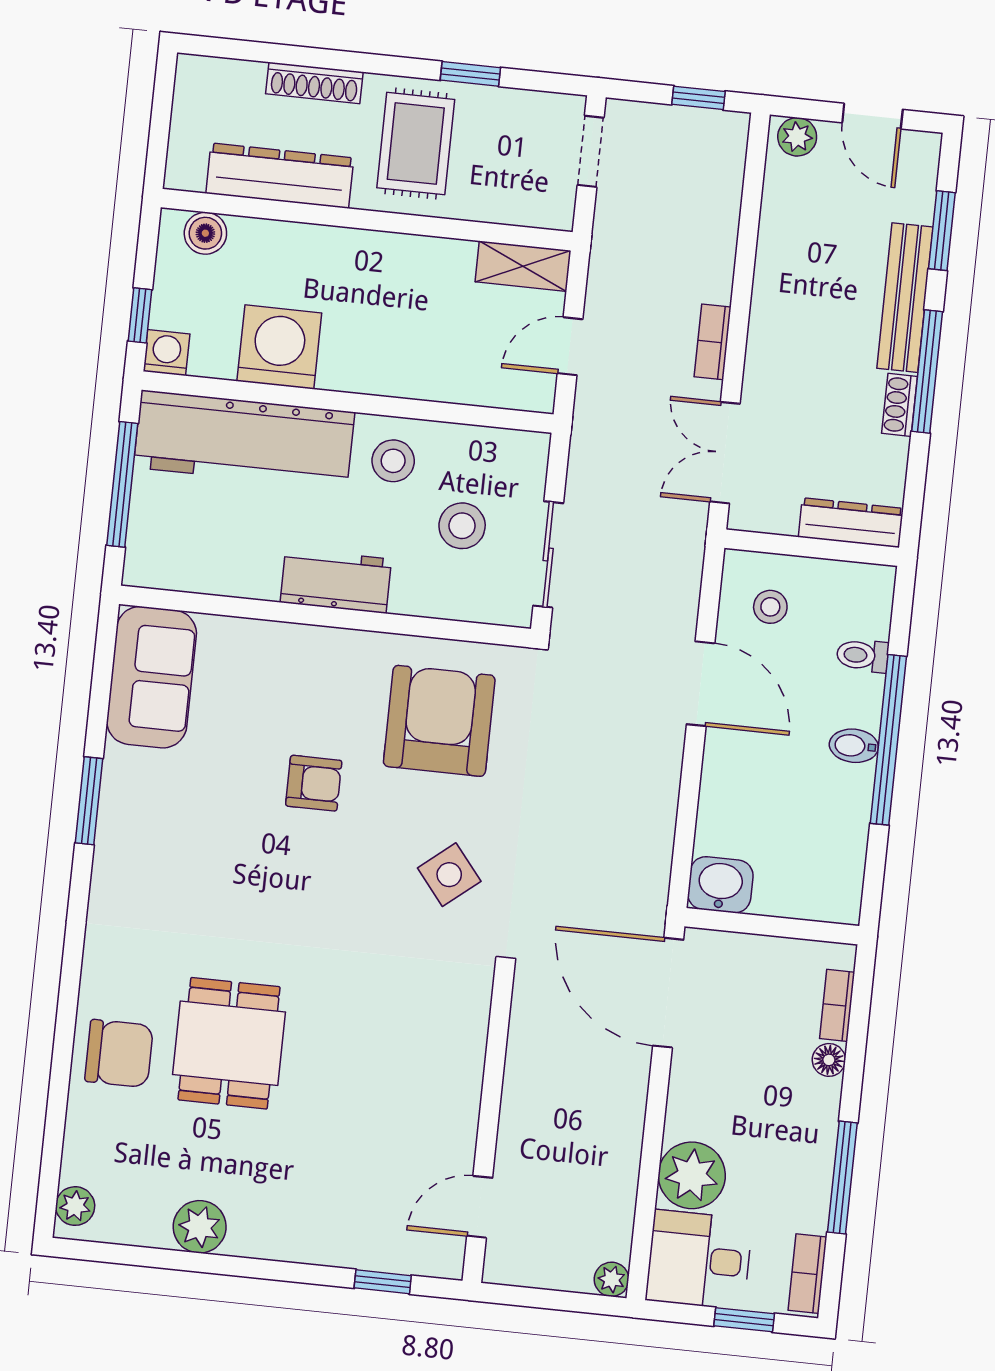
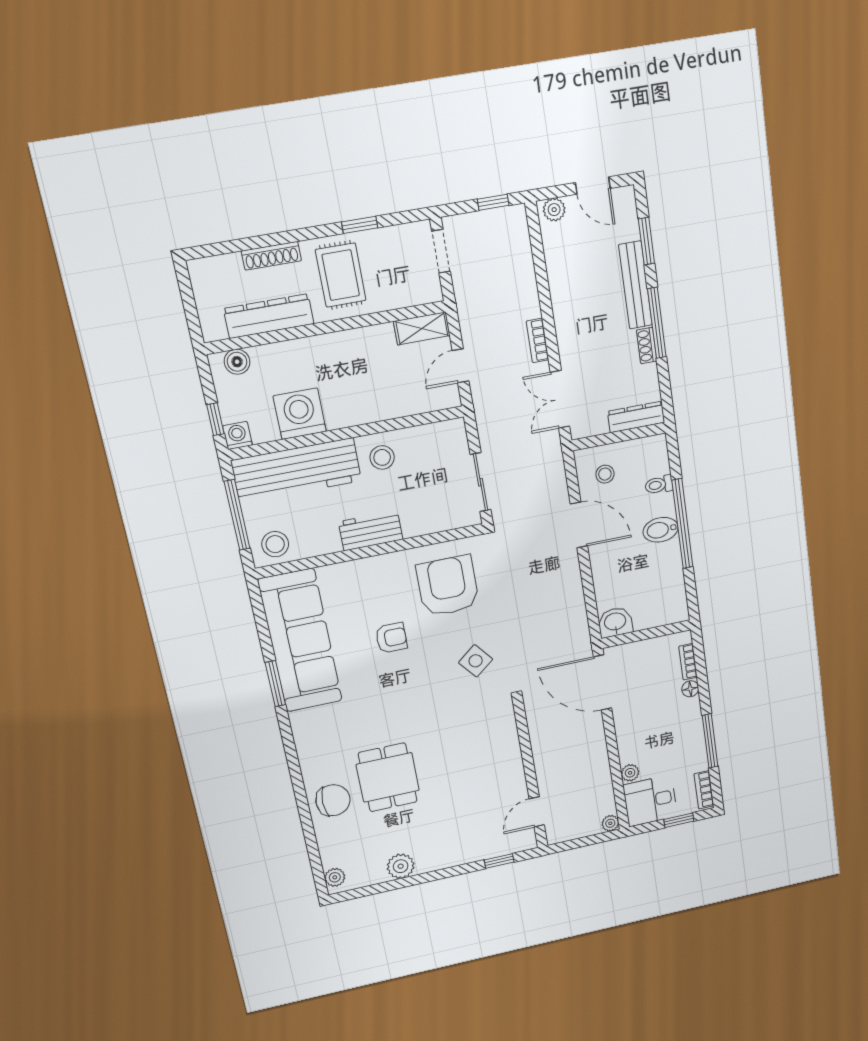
stool: (462, 526) -> (275, 544), moved
sofa: (152, 677) -> (300, 641), width x1.85, depth x1.27
bidet: (854, 746) -> (661, 530), width x1.38, depth x1.36
plant: (692, 1175) -> (630, 773), width x0.53, depth x0.53

